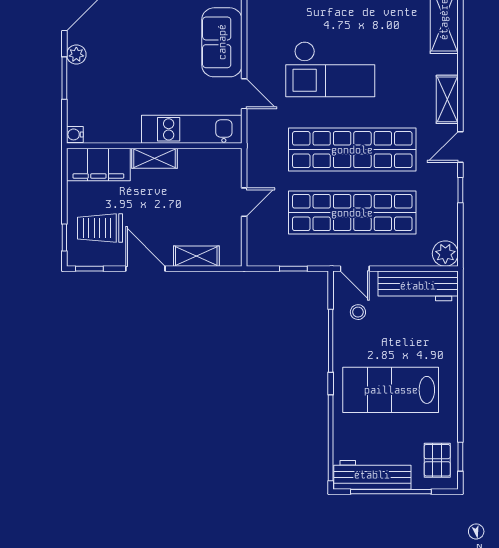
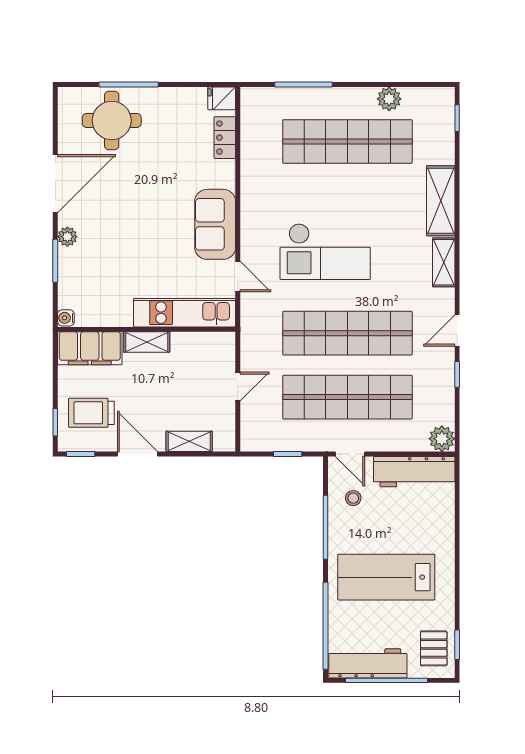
shelving: (447, 99) -> (444, 262), moved

